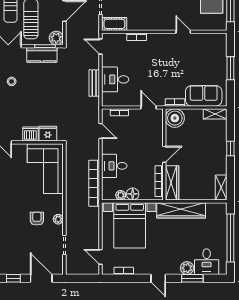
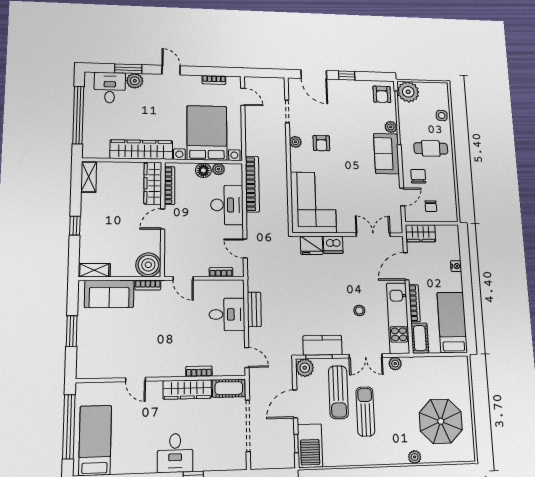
wardrobe: (145, 24) -> (187, 389), added
desk: (114, 166) -> (227, 205), width x1.37

